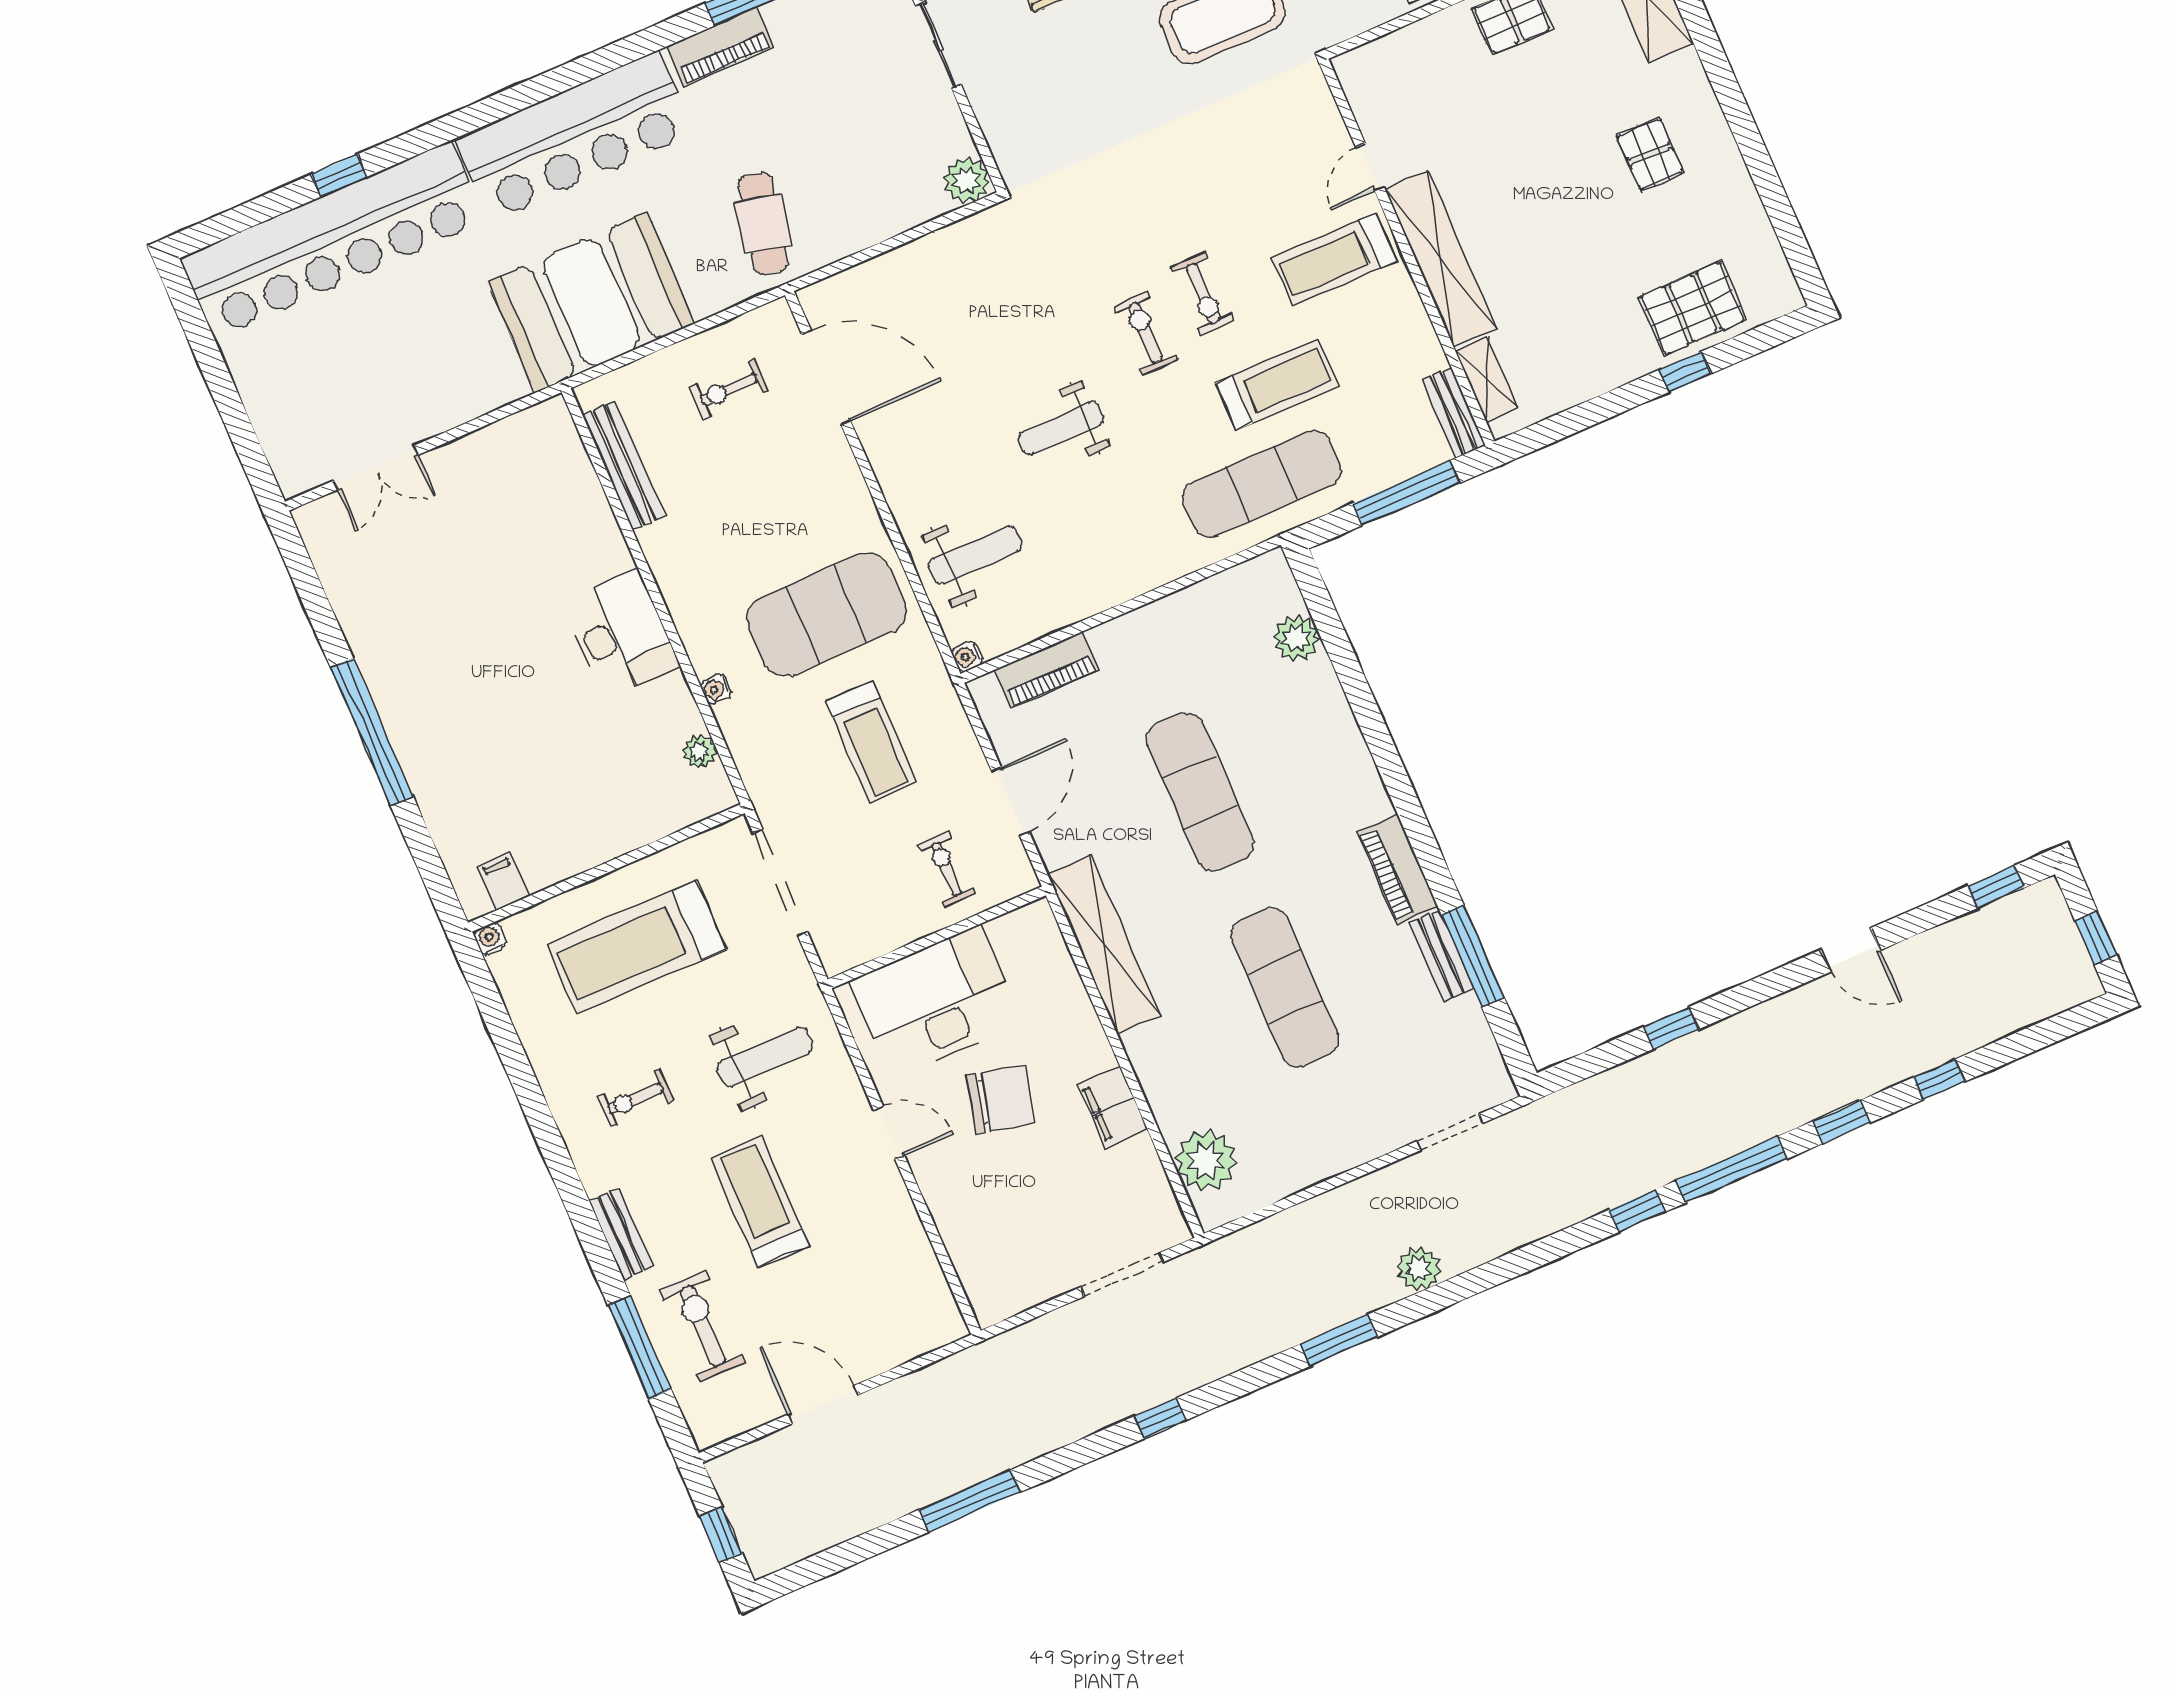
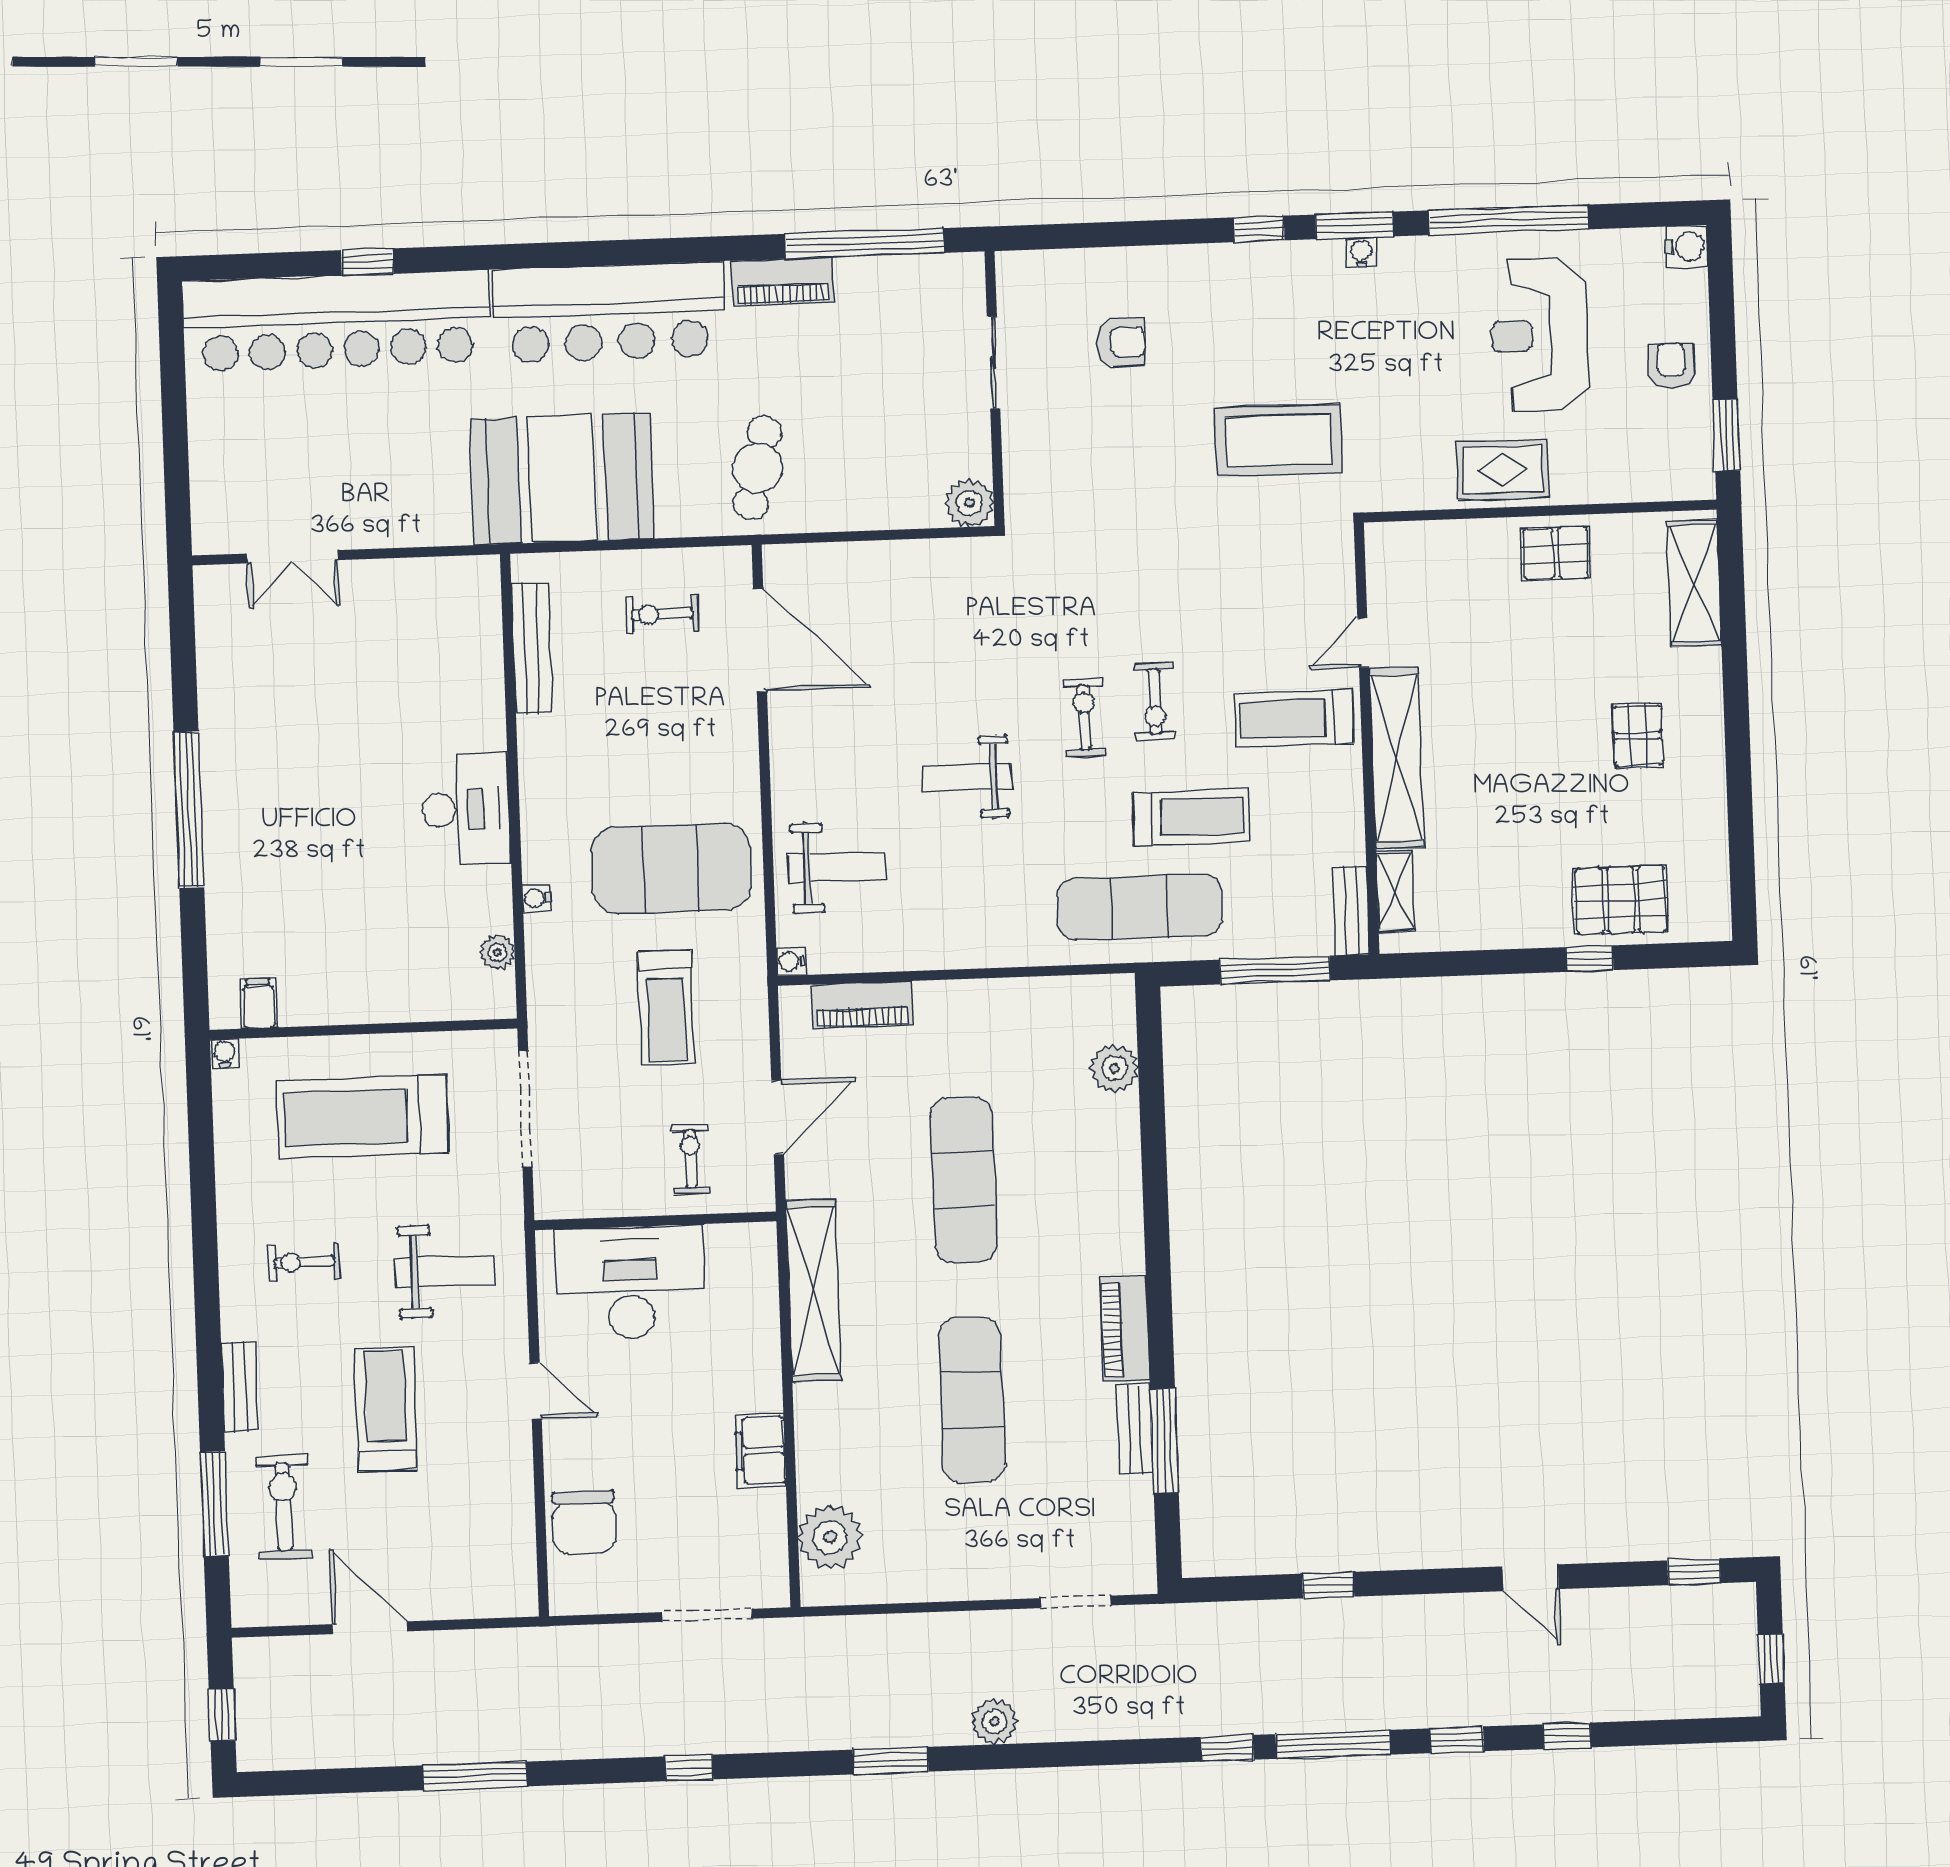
chair: (1001, 1099) -> (584, 1522), moved, turned 76

